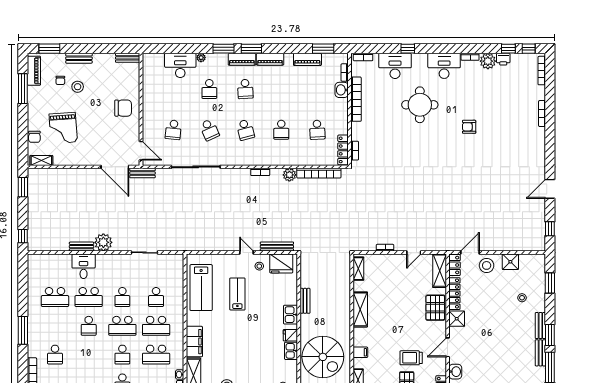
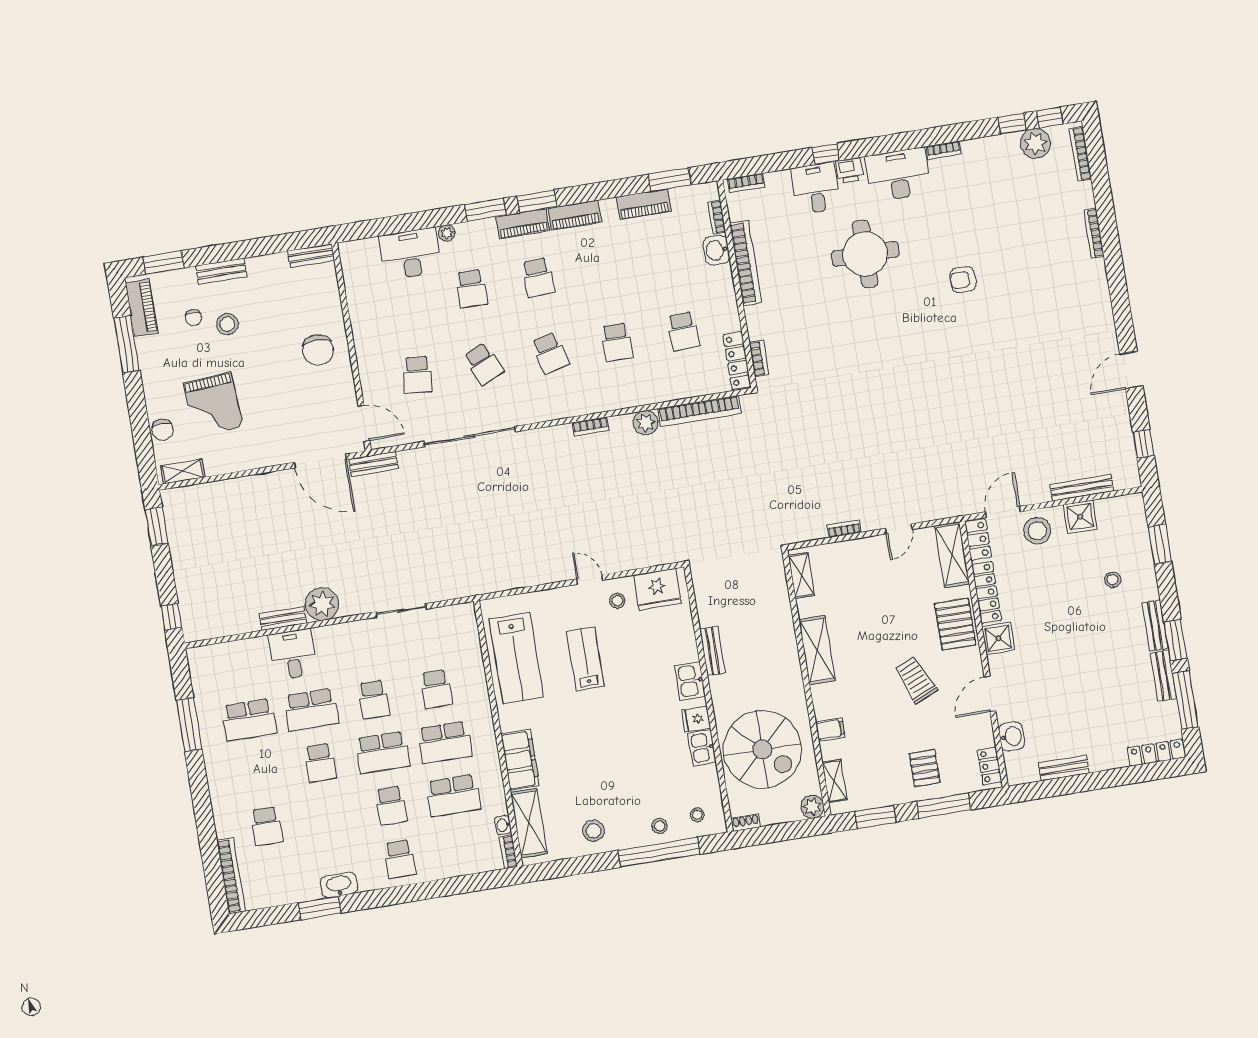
printer: (503, 59) -> (849, 170), moved
plant: (488, 61) -> (1035, 143), moved
desk: (395, 66) -> (816, 188), width x0.73
chair: (123, 108) -> (318, 350), turned 90
bench: (277, 247) -> (1081, 488), moved
window: (23, 330) -> (189, 725), moved
trolley: (411, 358) -> (916, 680), moved, turned 67

